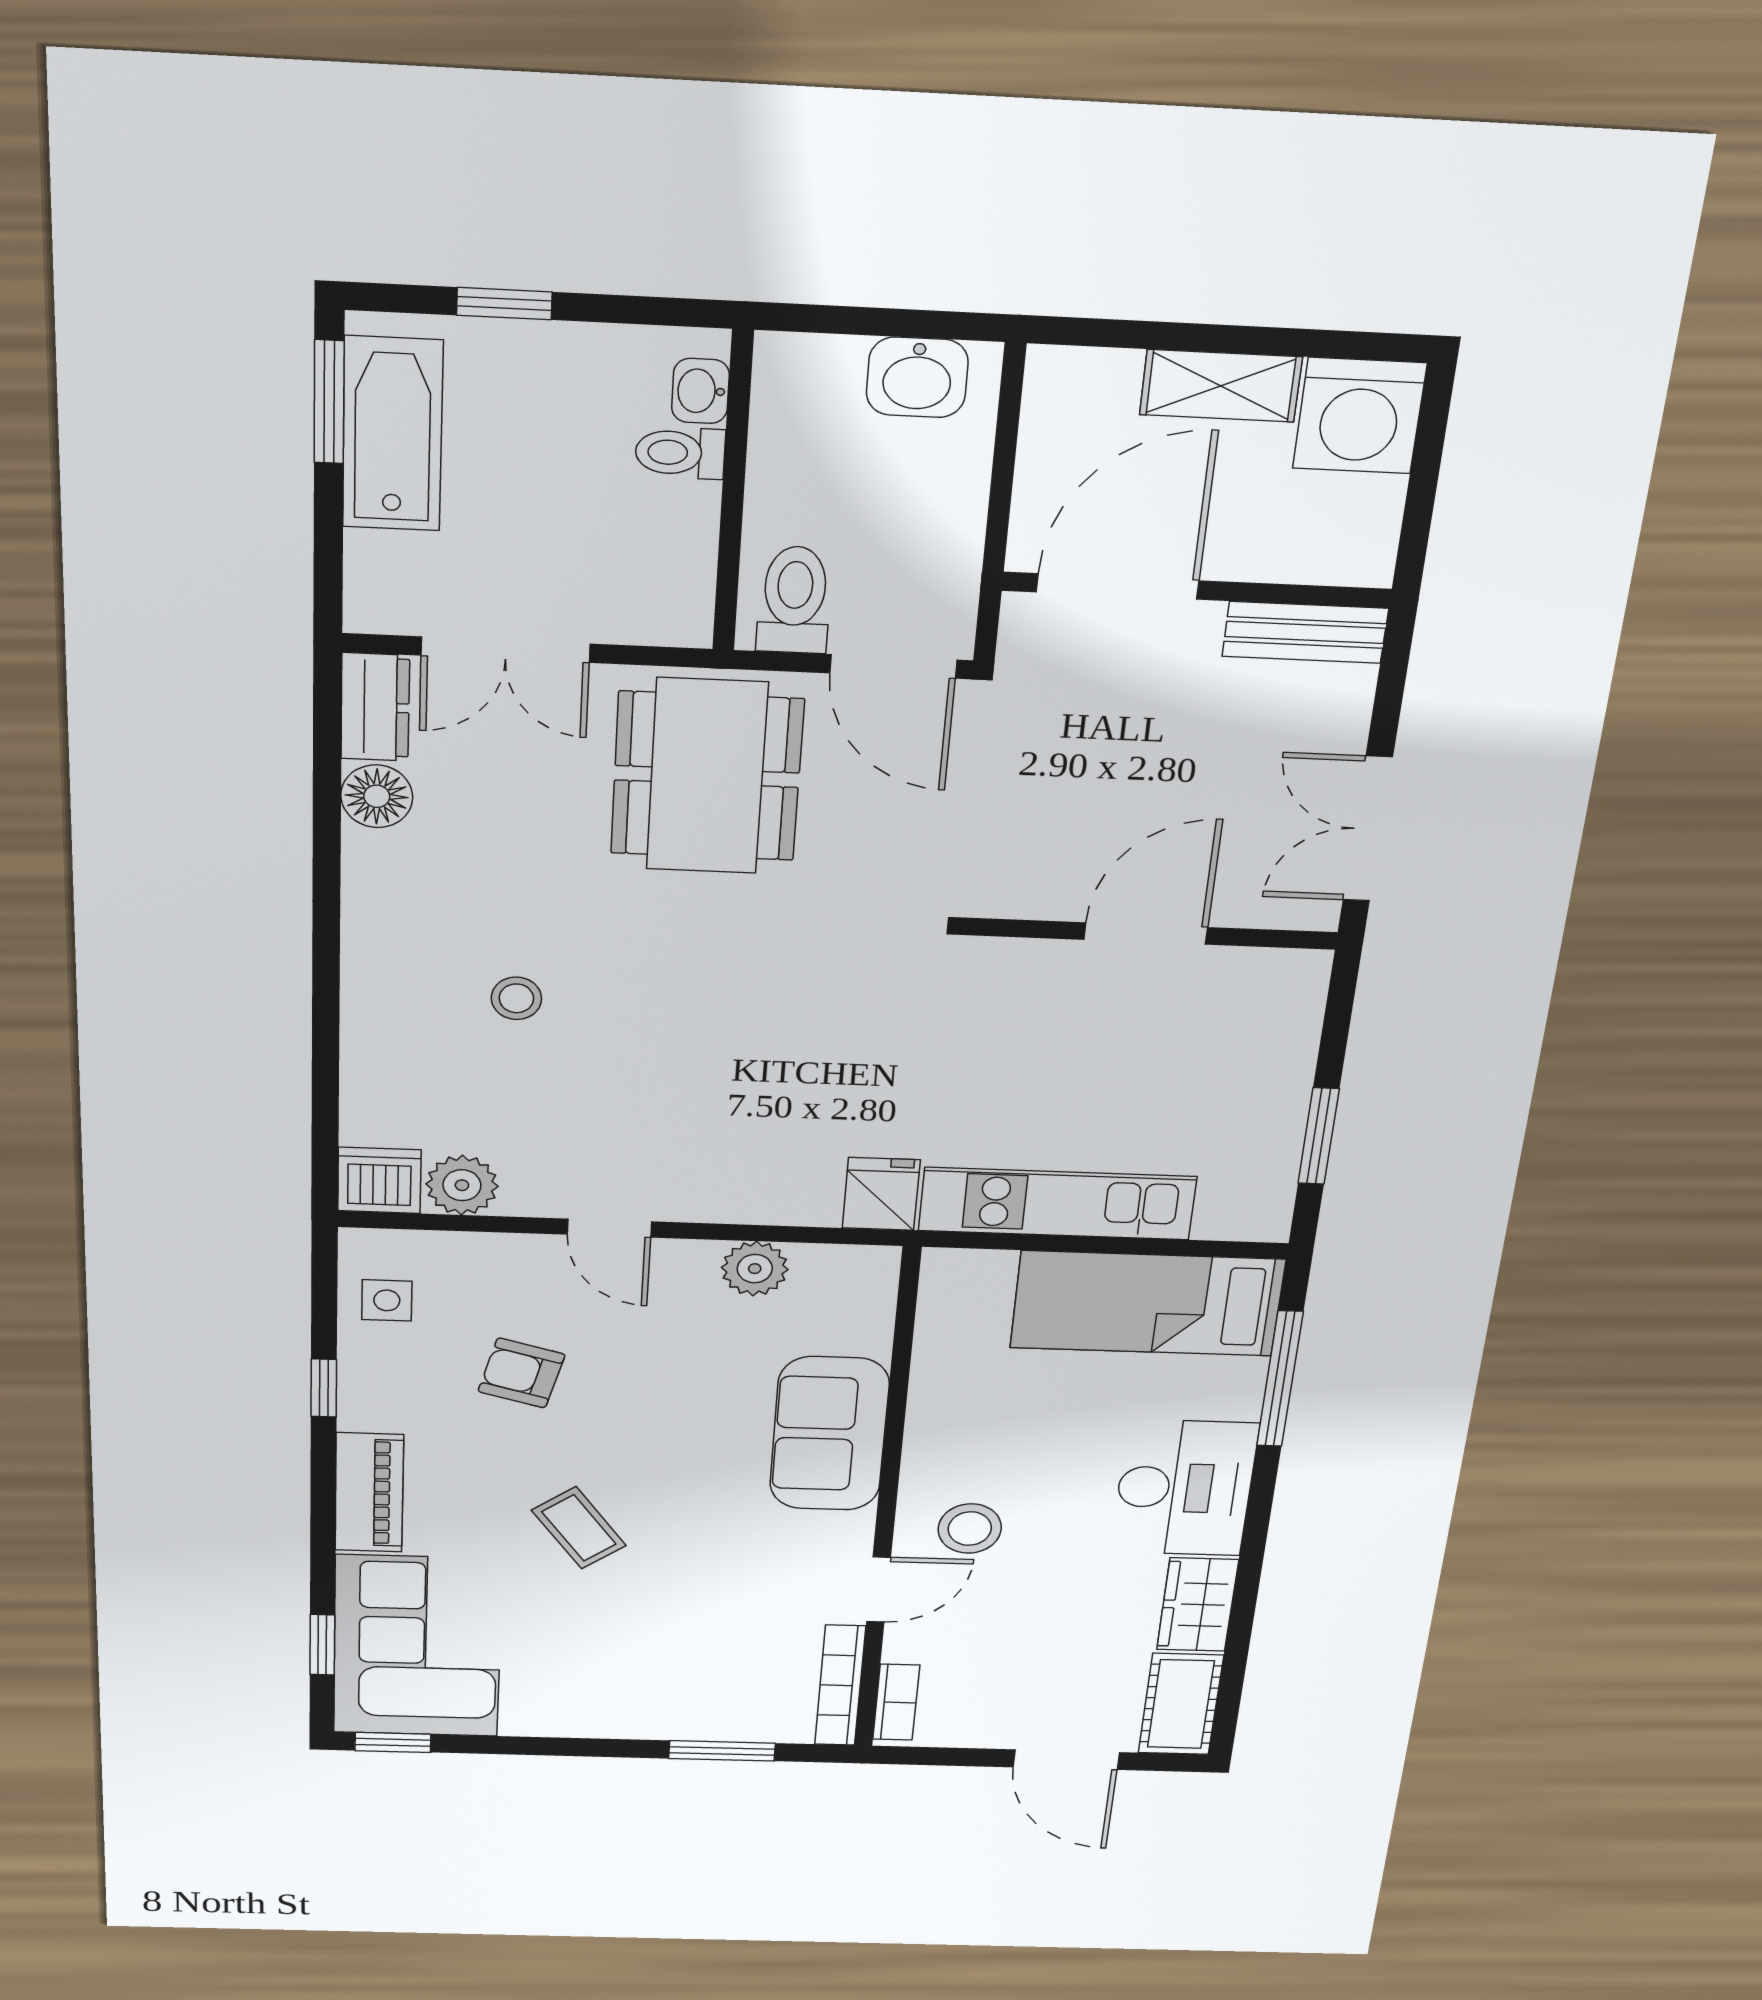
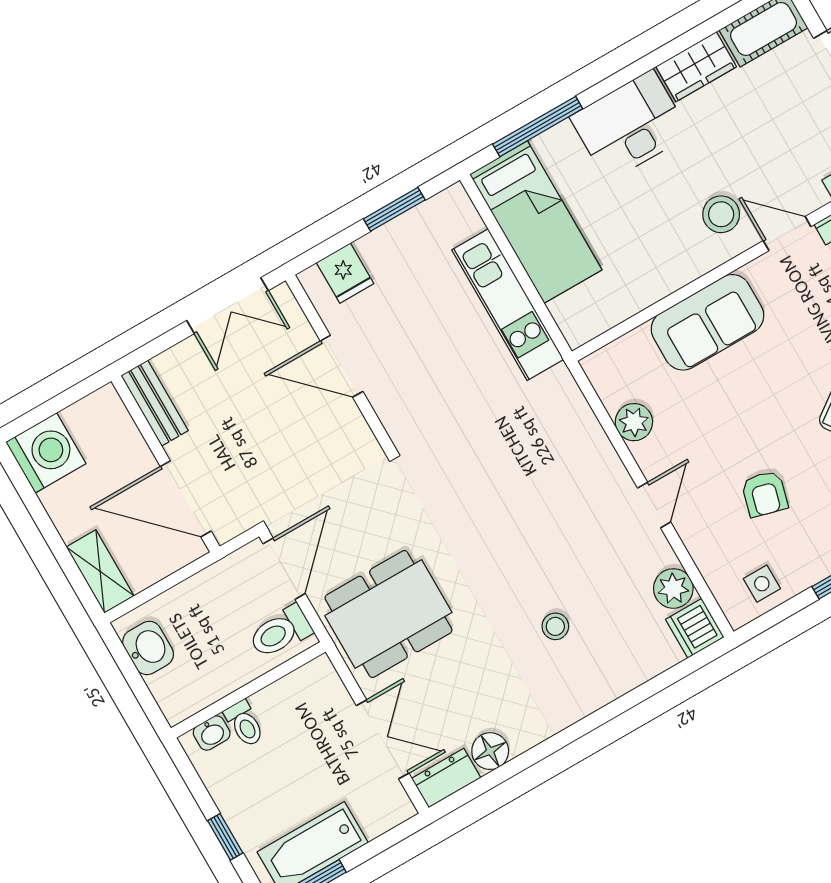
shelving: (1221, 386) -> (100, 571), moved
fridge: (881, 1194) -> (345, 273), moved, turned -90

